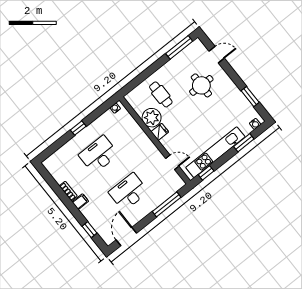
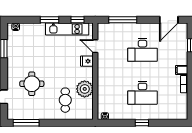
fridge: (160, 132) -> (87, 61), moved
window: (244, 143) -> (50, 20), moved
kitchen unit: (215, 152) -> (67, 29), width x0.73

